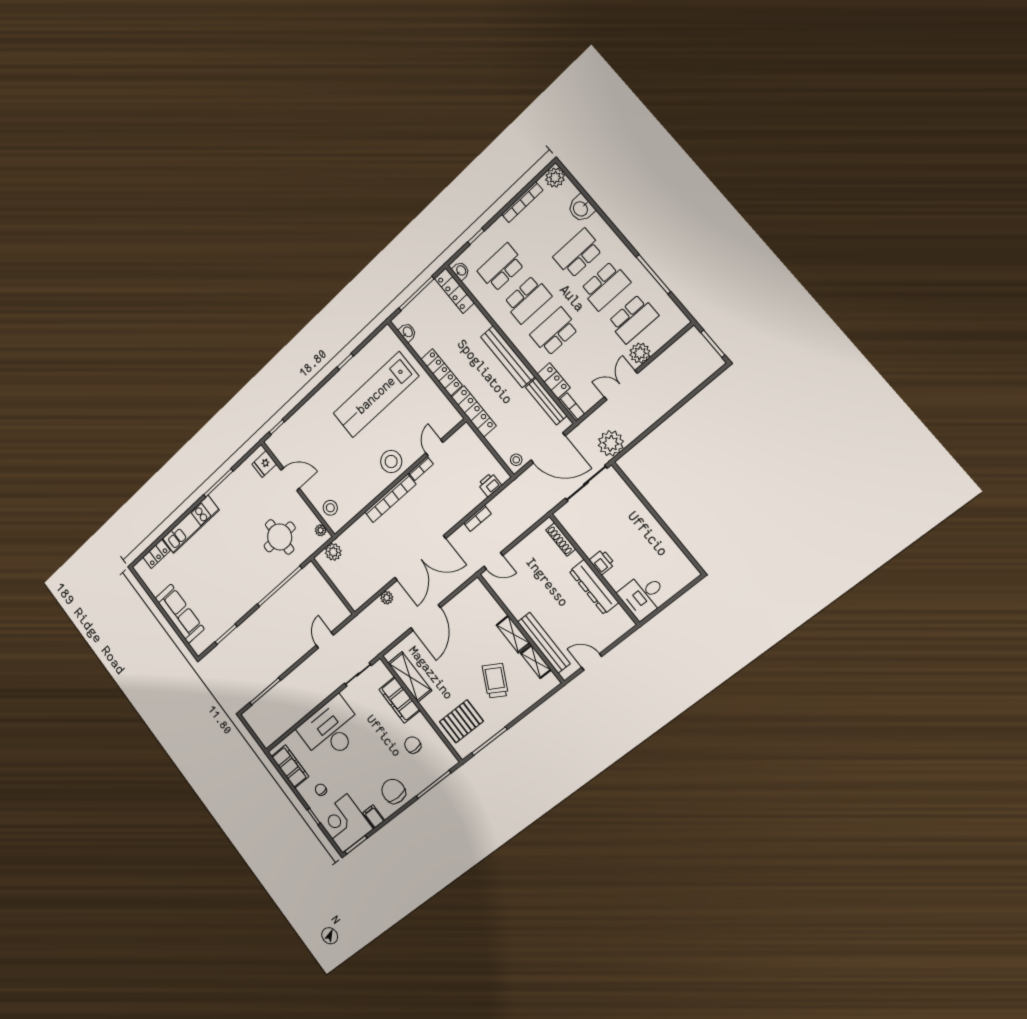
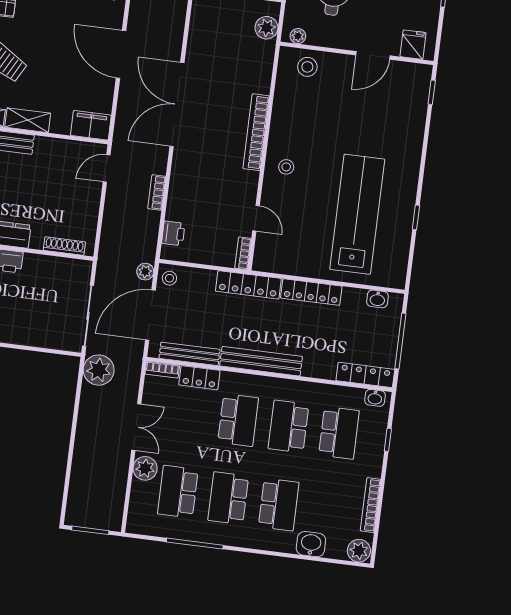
stool: (391, 462) -> (286, 167), width x0.53, depth x0.53
bookcase: (421, 468) -> (243, 253), moved
filing cabinet: (480, 595) -> (91, 125), added
plant: (387, 598) -> (145, 272), moved

